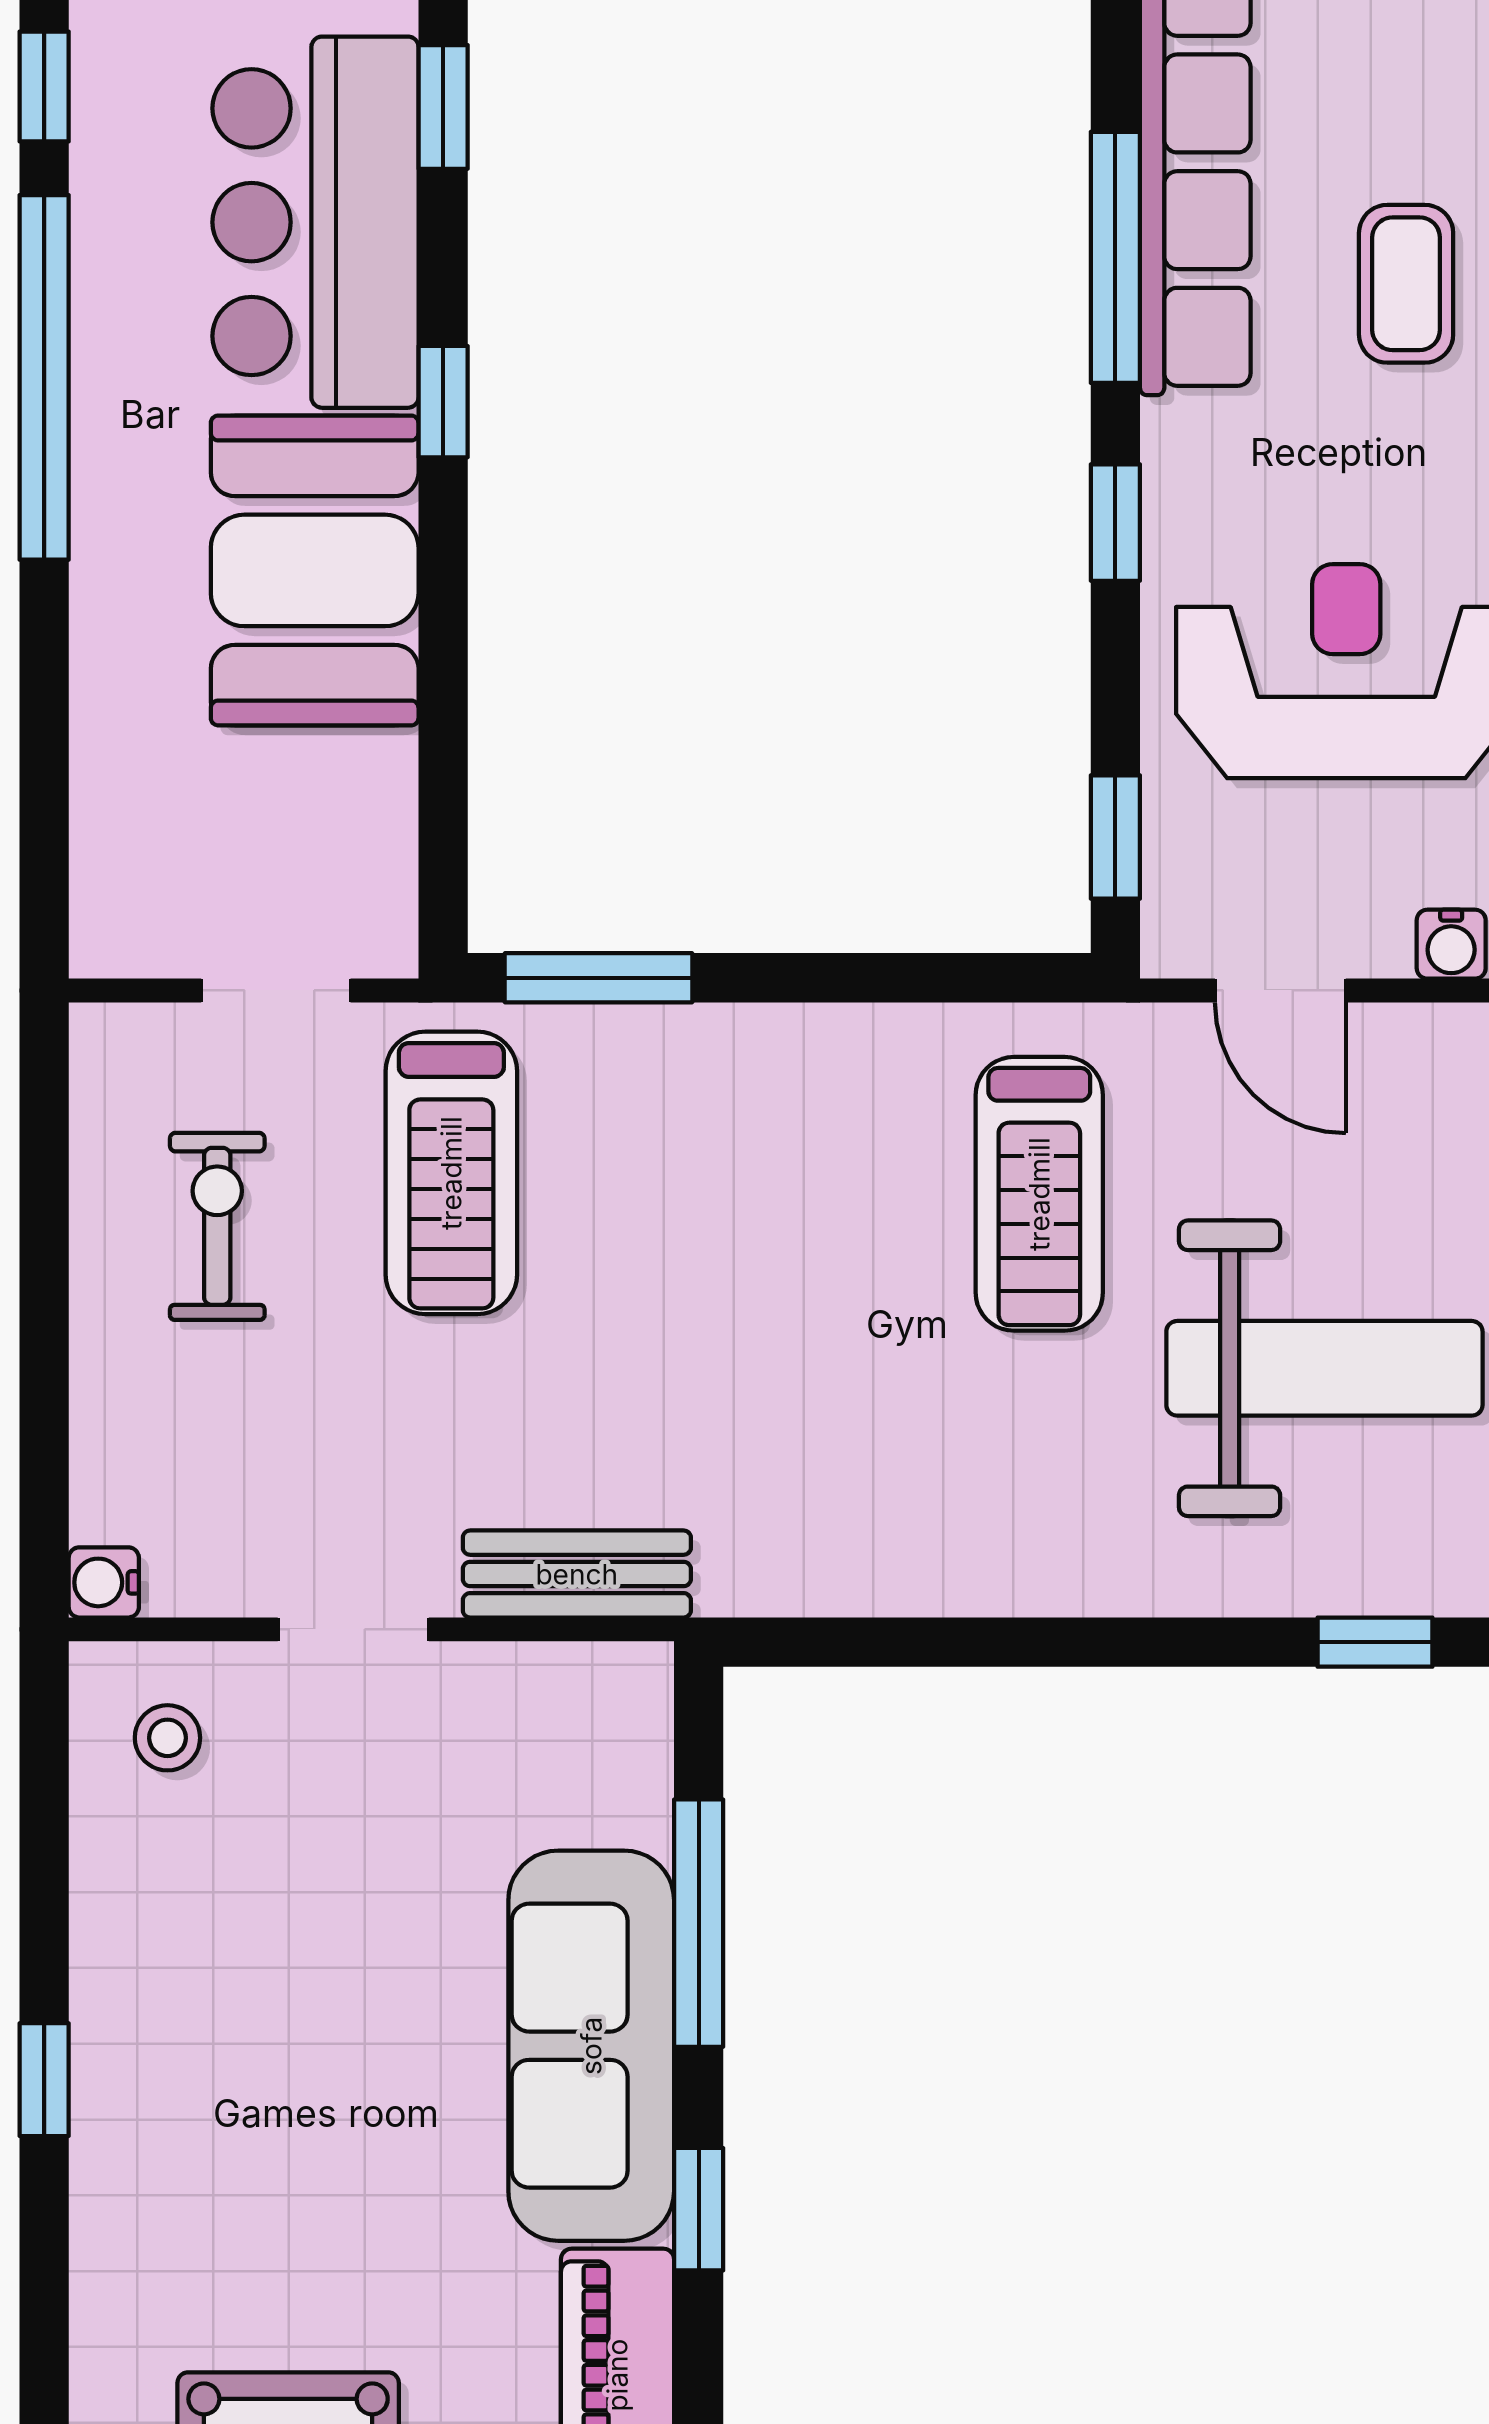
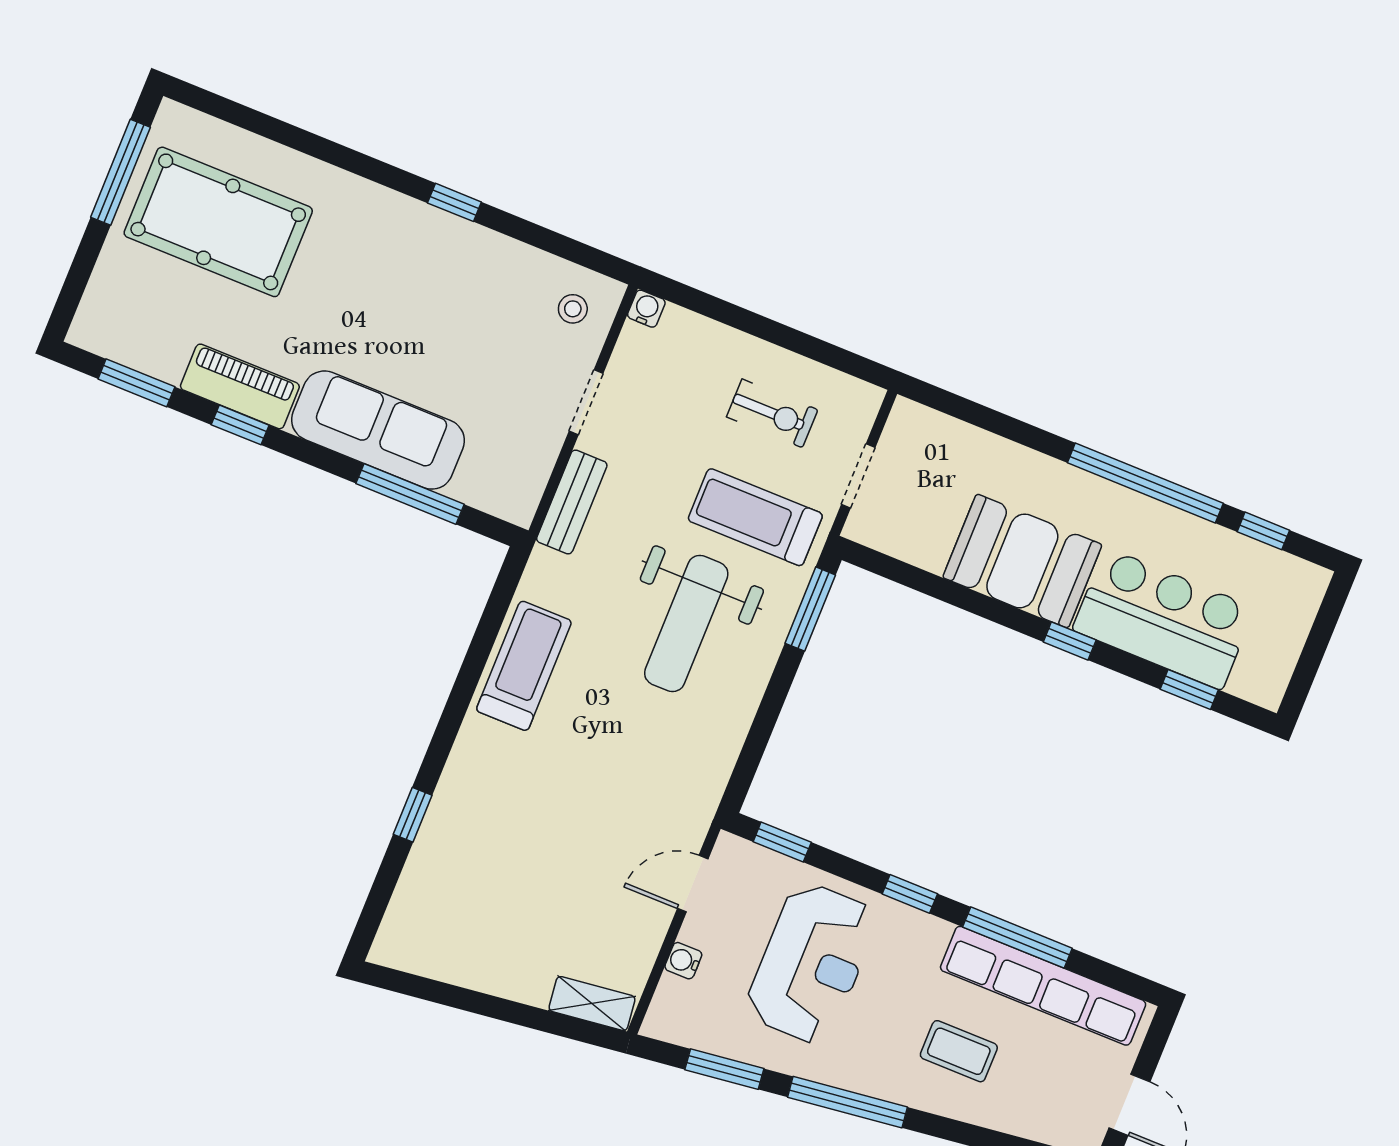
treadmill: (1039, 1194) -> (524, 666), moved, turned 90
weight bench: (1324, 1368) -> (686, 623), moved
window: (699, 2209) -> (240, 425), moved

